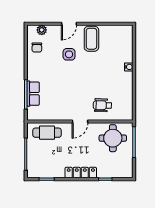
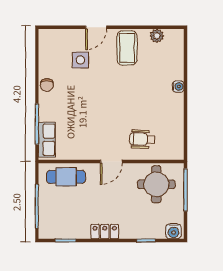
plant: (42, 30) -> (157, 36), moved
chair: (37, 47) -> (47, 85), moved
side table: (69, 54) -> (80, 60), moved
row of seats: (33, 94) -> (47, 140), moved
water cooler: (125, 172) -> (173, 231), added
locker: (81, 173) -> (105, 232), width x0.66

